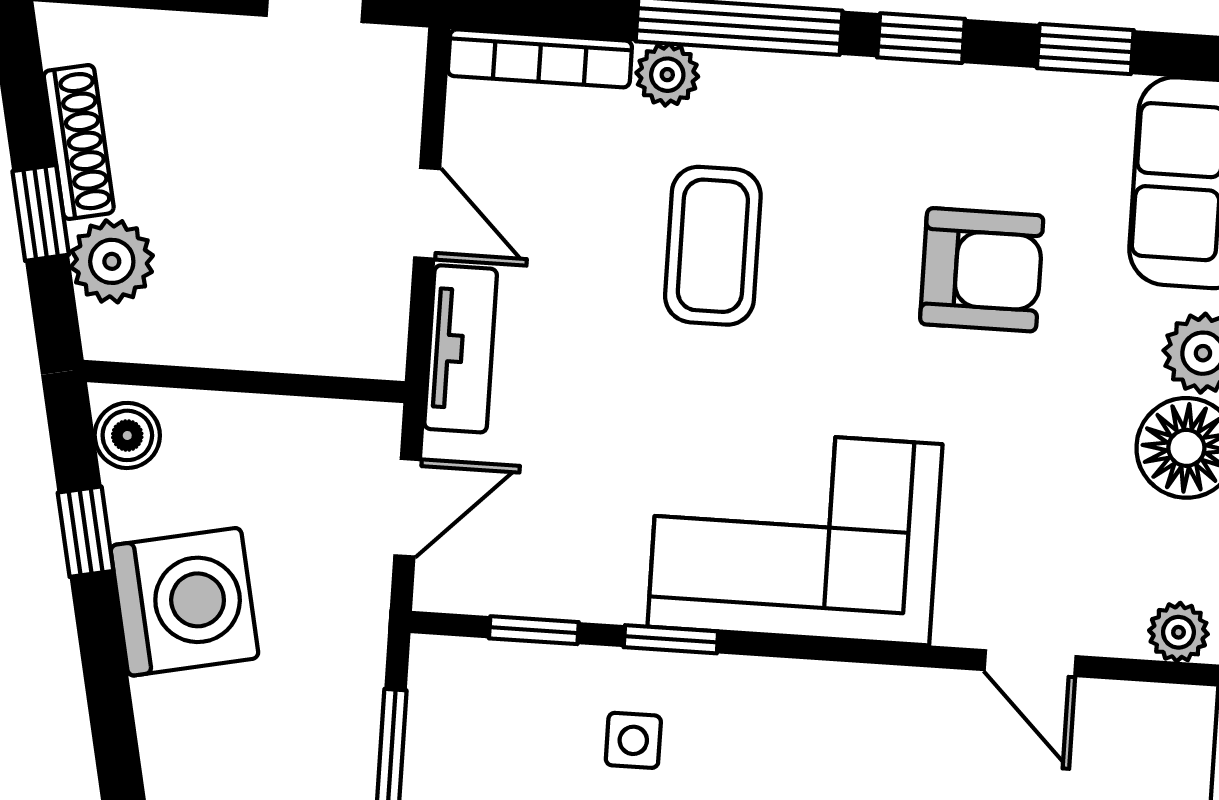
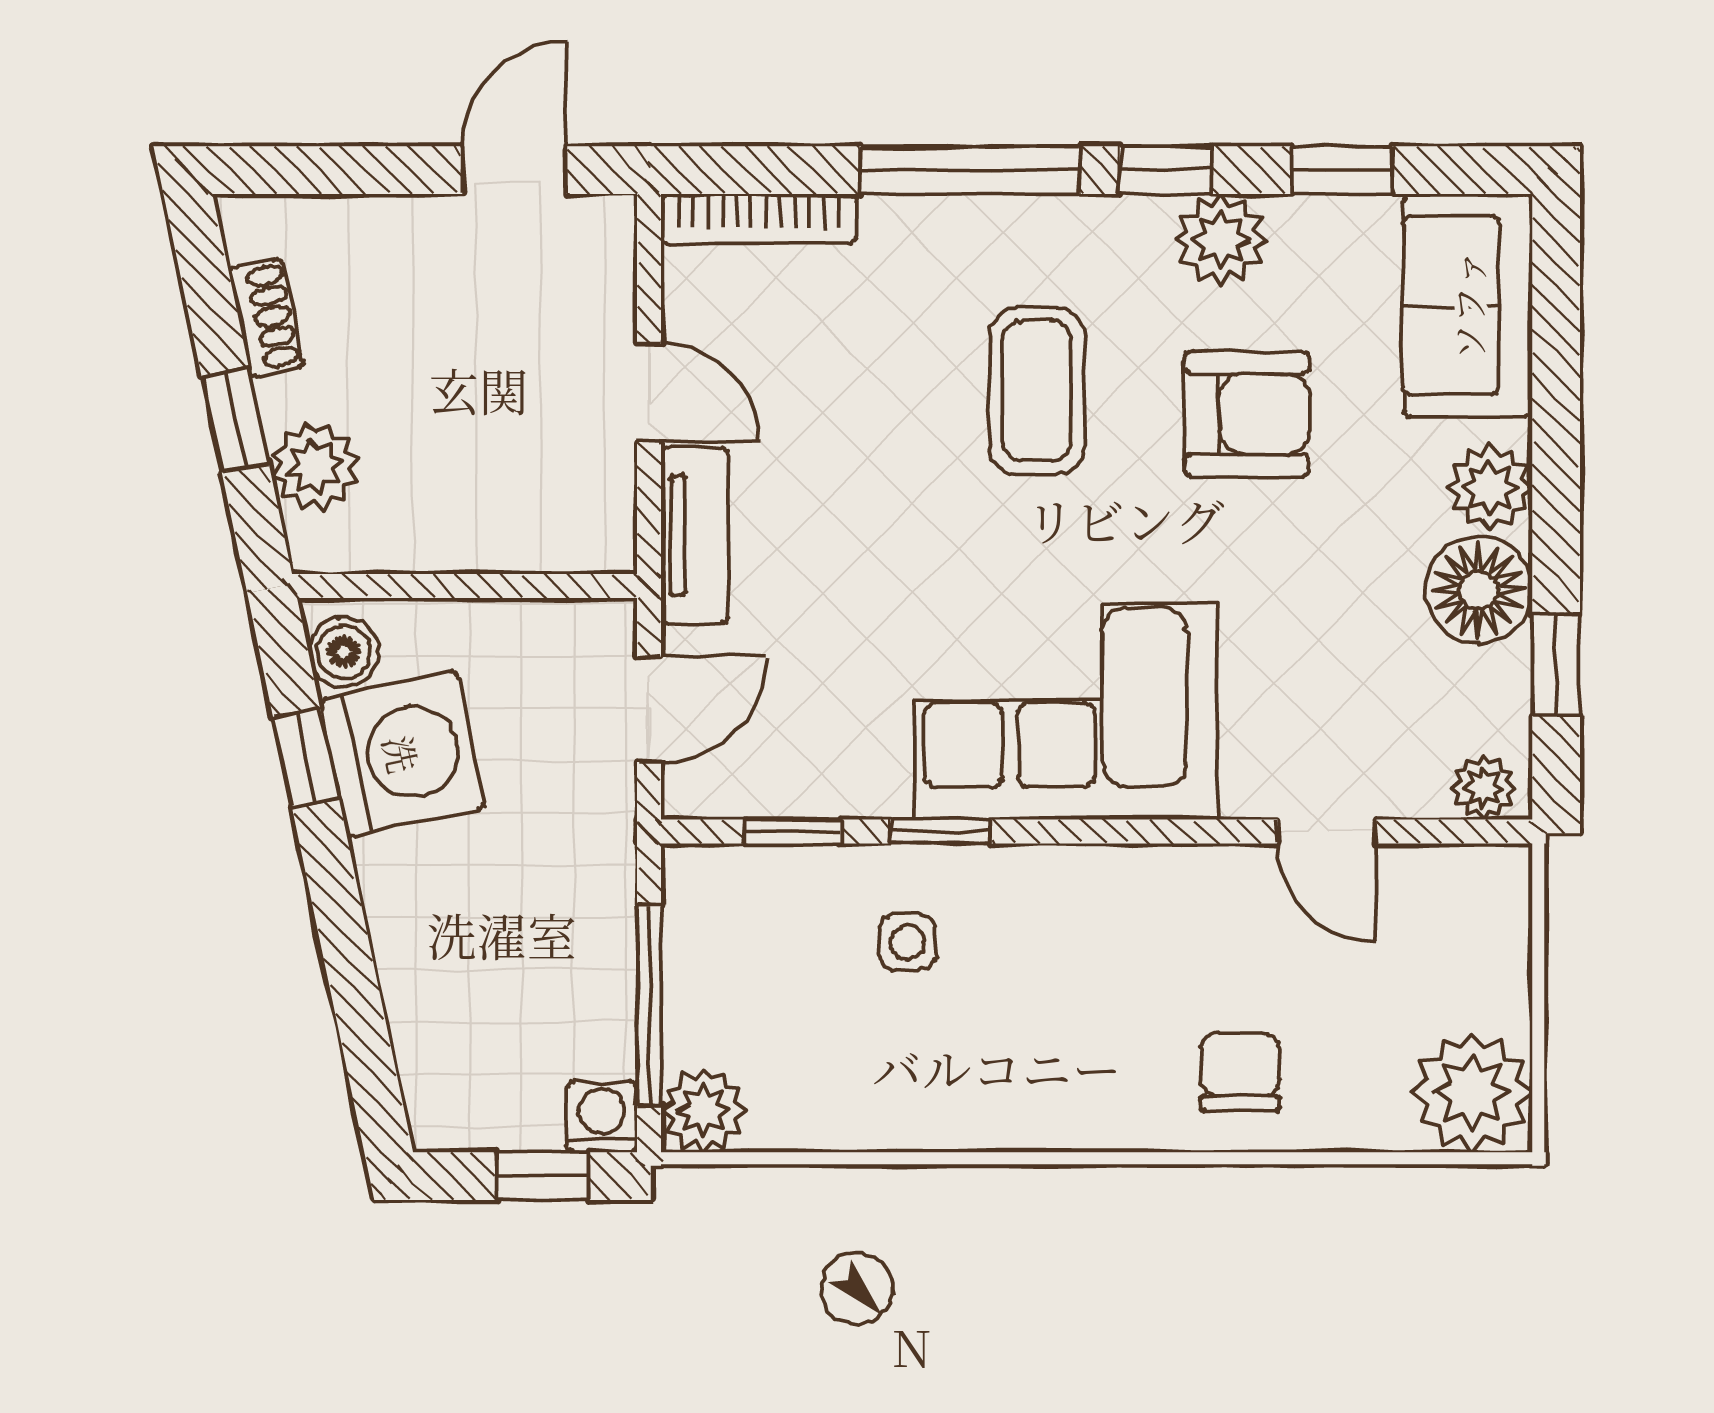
plant: (667, 75) -> (1221, 240), moved, width x1.38, depth x1.38
shoe rack: (79, 142) -> (266, 317), width x0.70
coffee table: (713, 246) -> (1037, 391), moved
washing machine: (184, 602) -> (402, 754), moved

